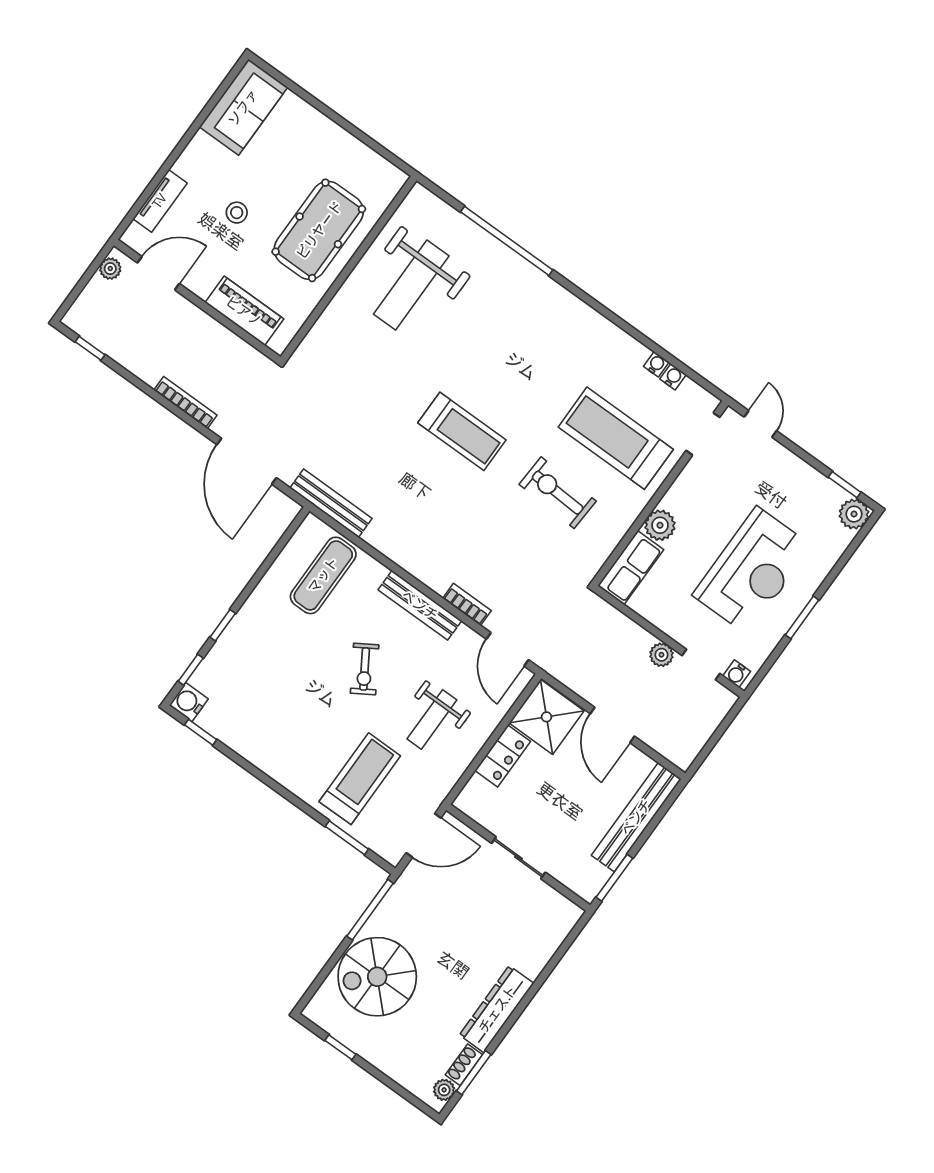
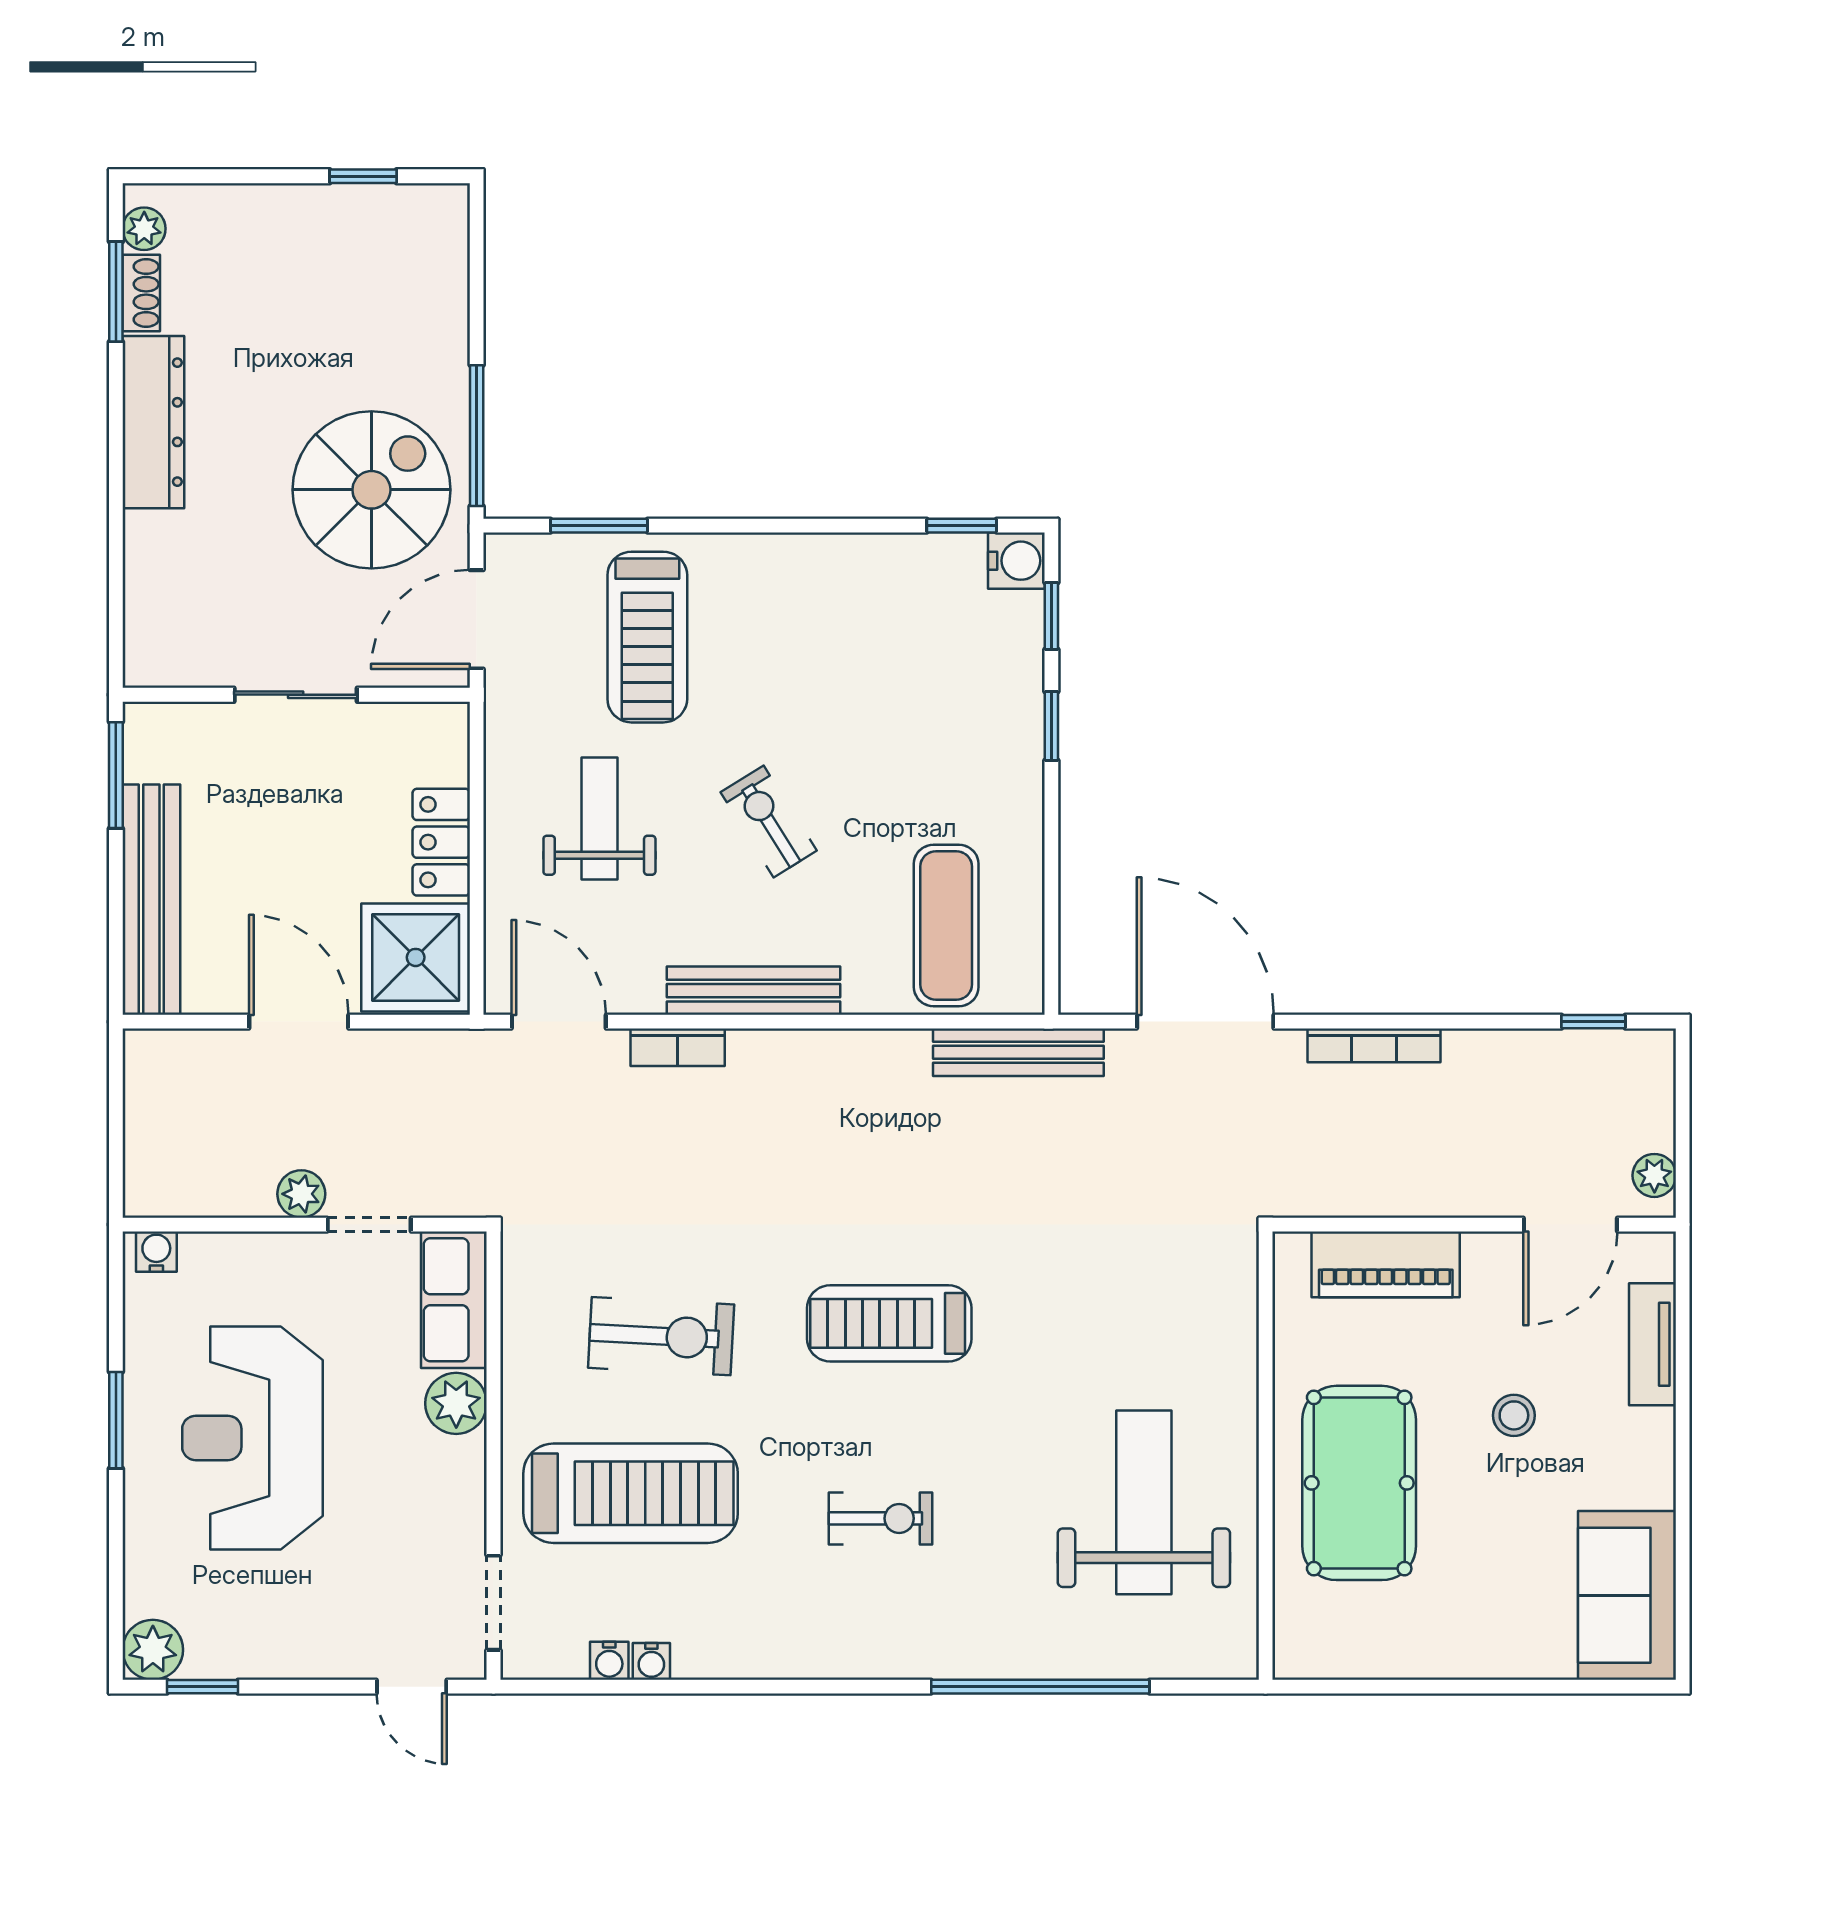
exercise bike: (522, 355) -> (881, 1518), added
doorway: (701, 665) -> (369, 1225), moved
spiral stairs: (377, 977) -> (371, 490), moved

